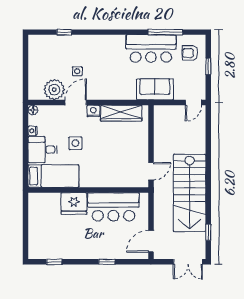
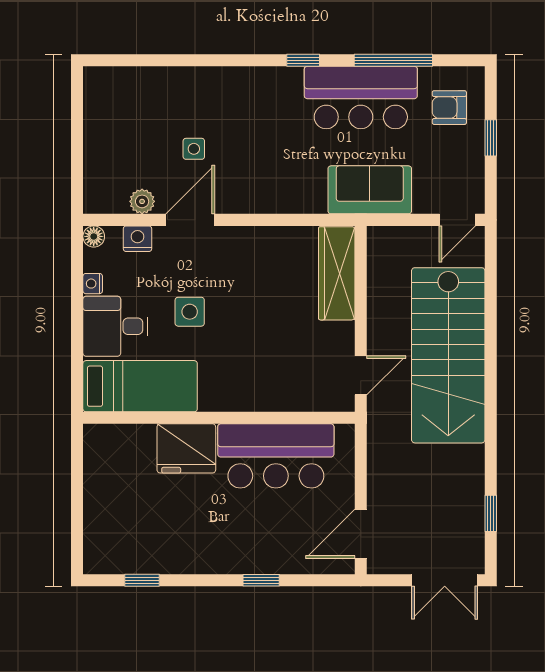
window: (64, 32) -> (303, 60), moved
plant: (54, 90) -> (142, 201), width x0.53, depth x0.53
nightstand: (93, 111) -> (138, 239), moved
wardrobe: (121, 113) -> (337, 273), moved, turned 90
stairs: (190, 193) -> (448, 355), moved

